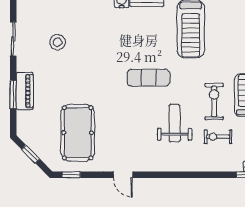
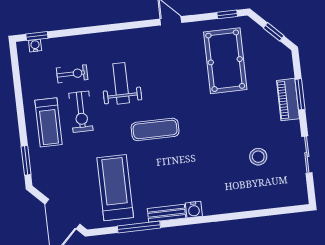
weight bench: (175, 123) -> (121, 83), turned 180

